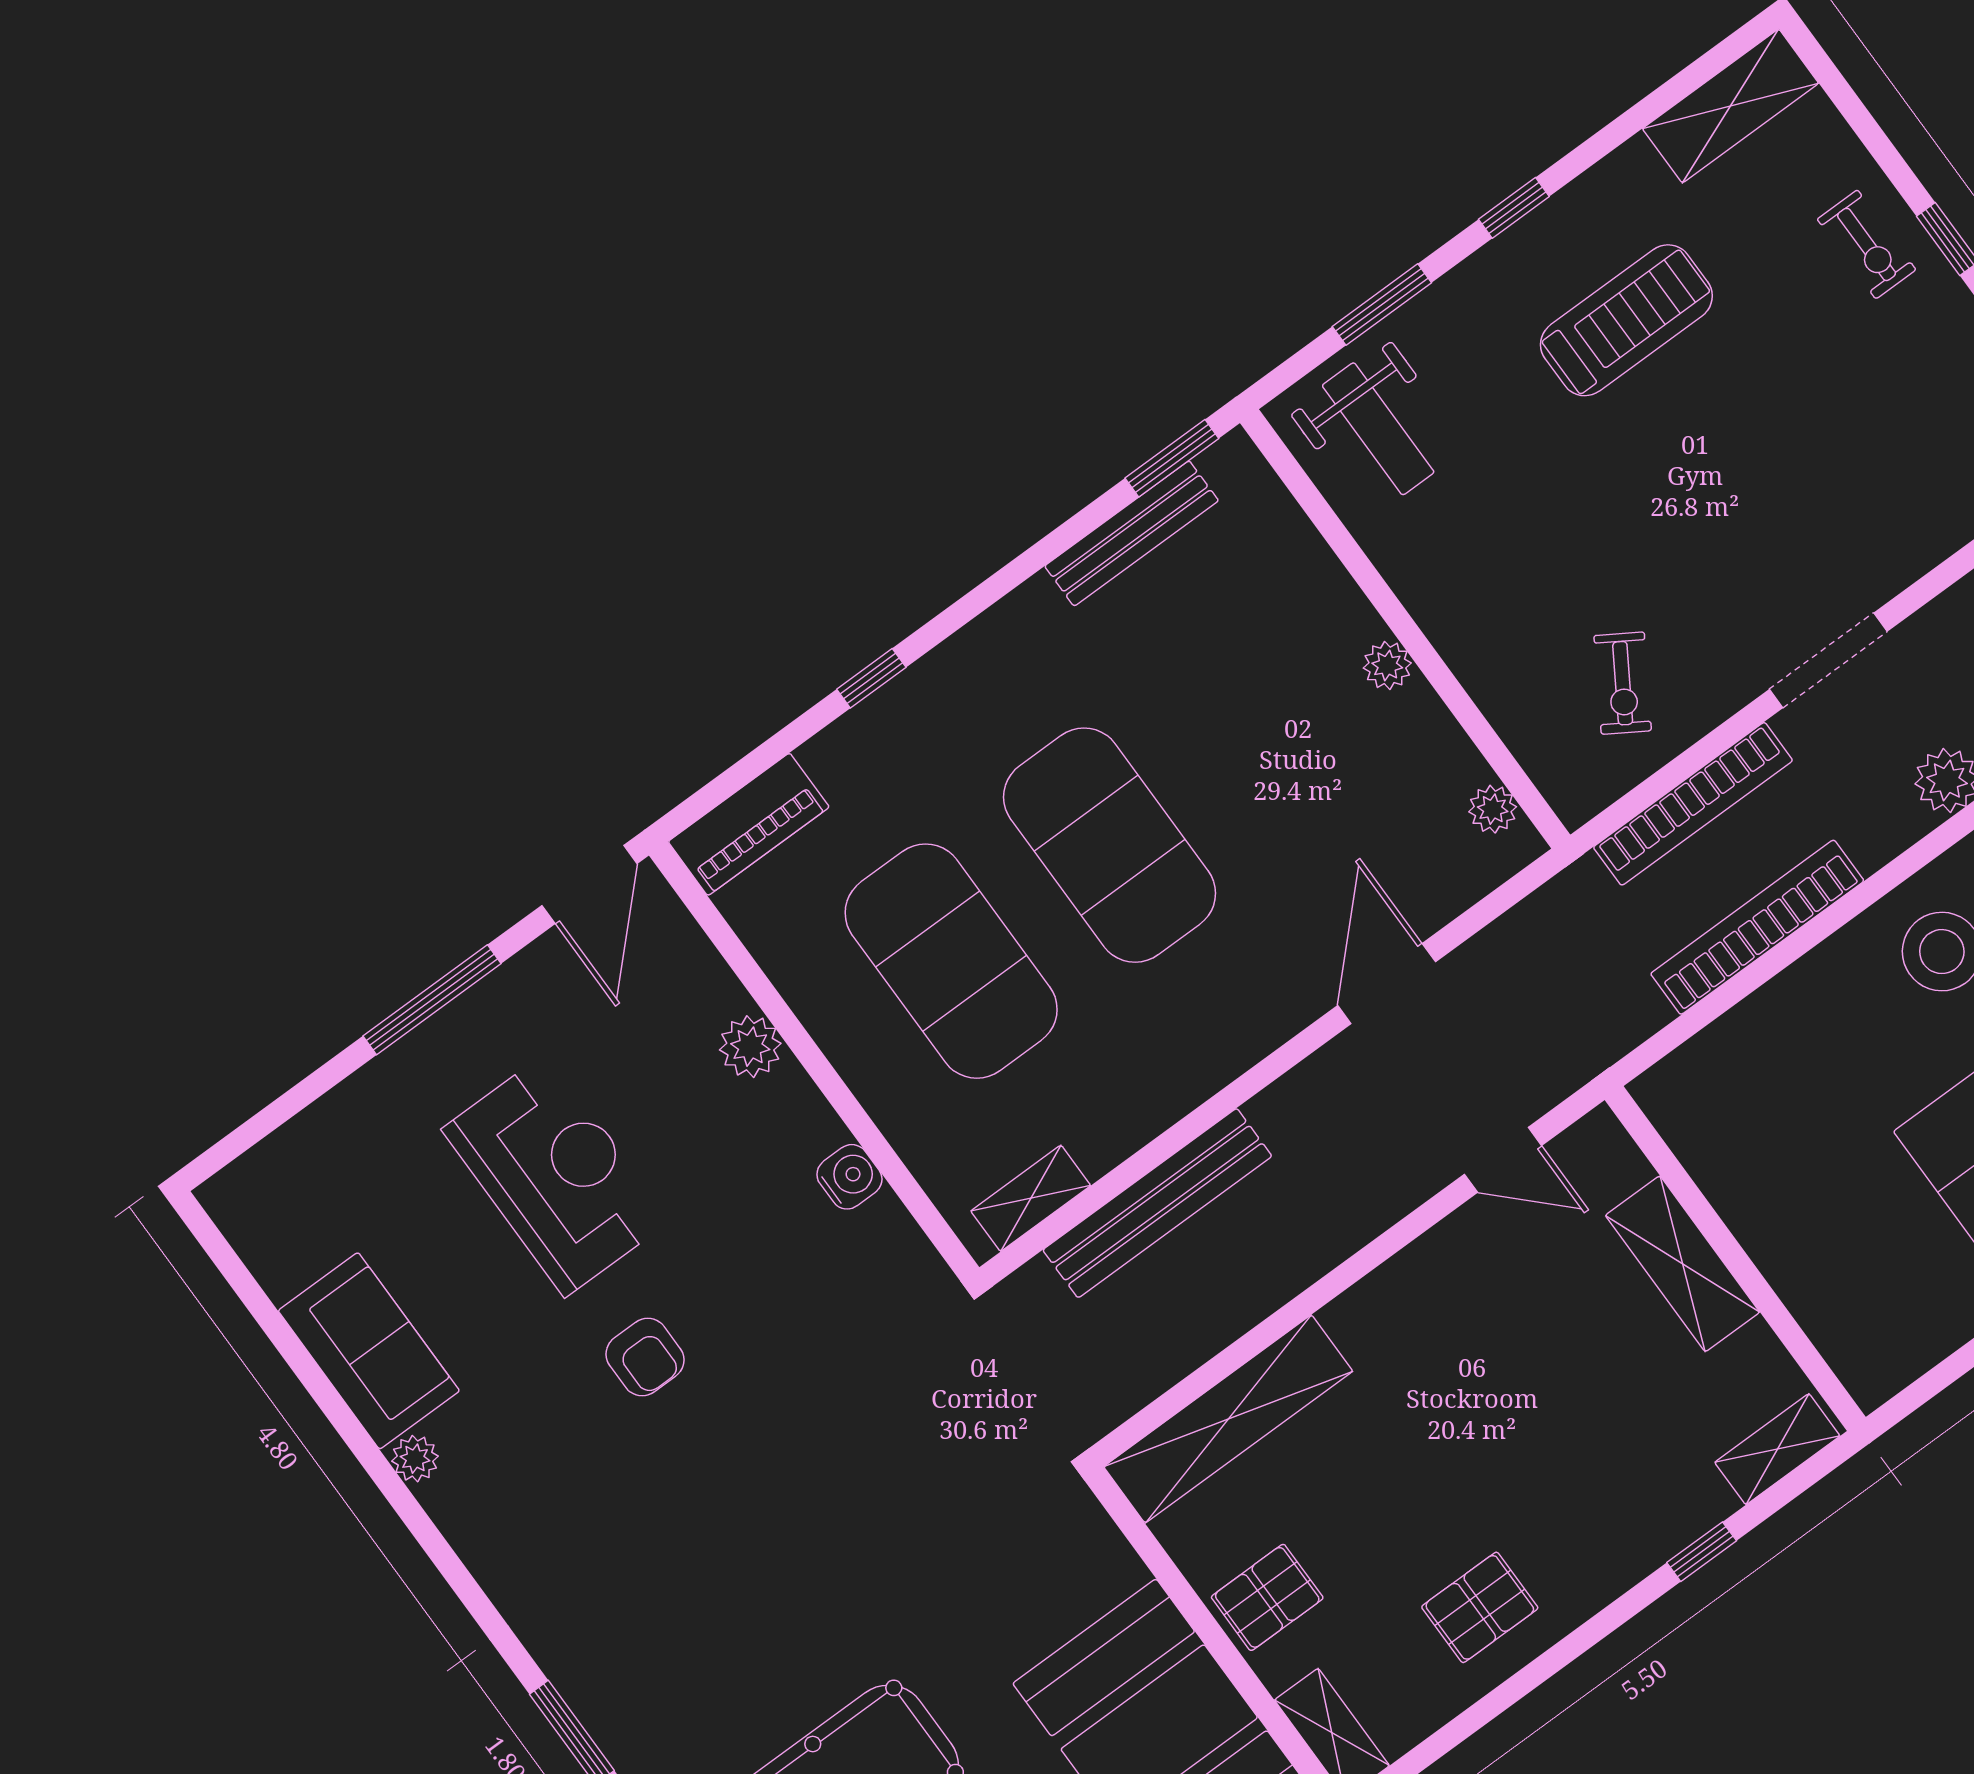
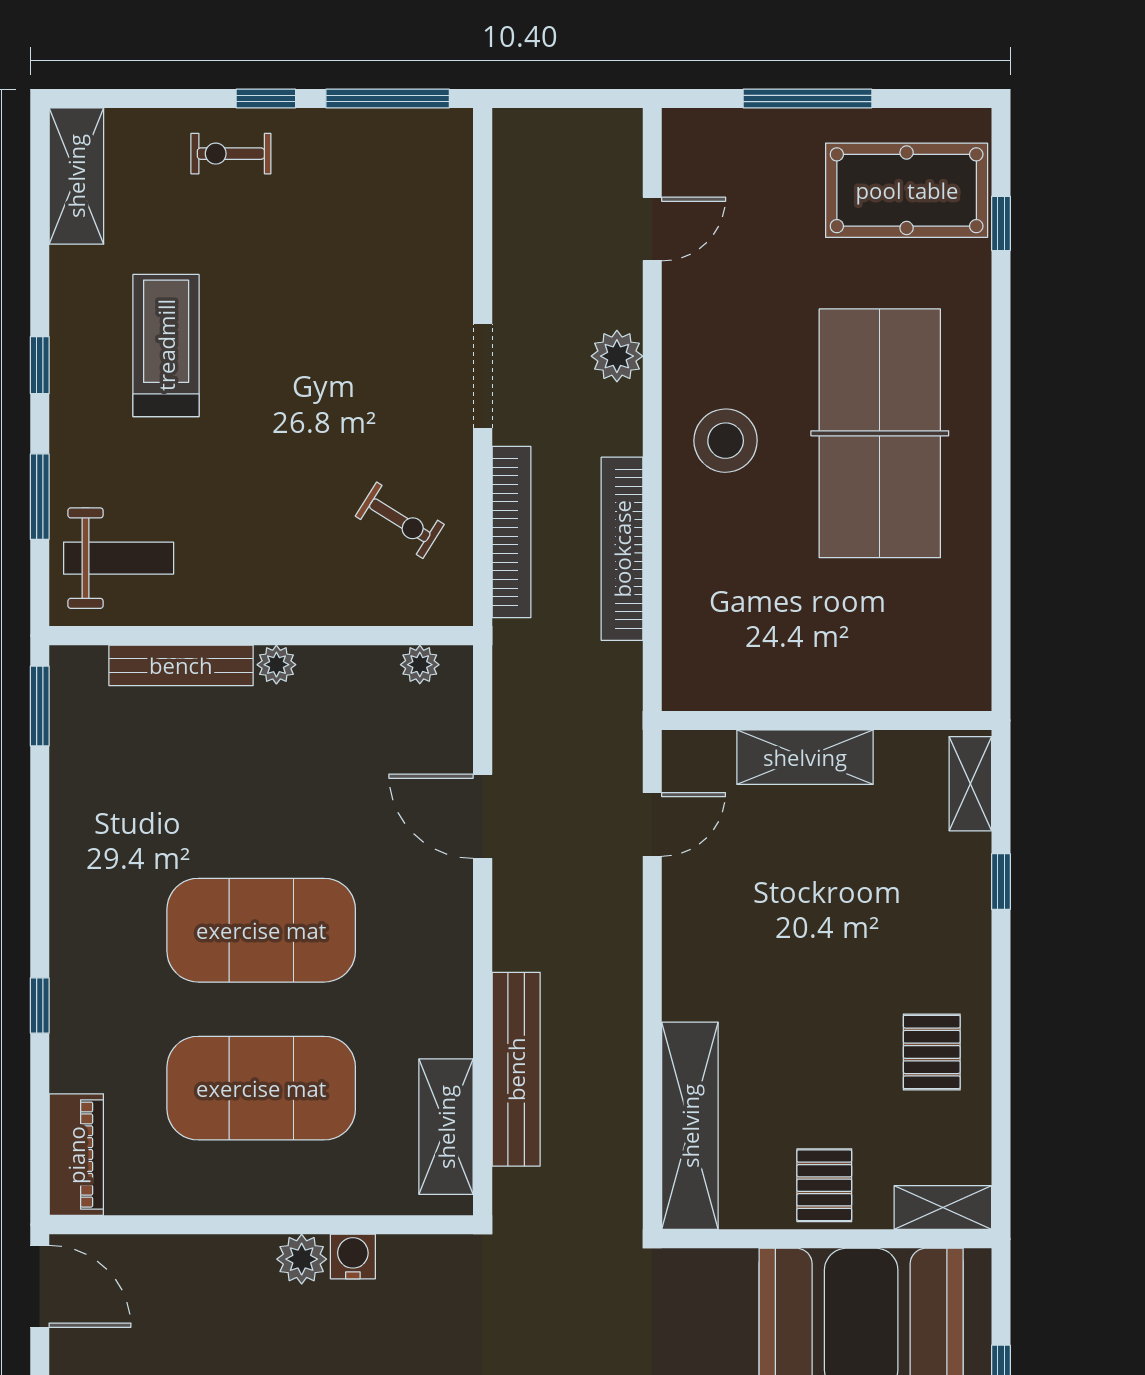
exercise bike: (1867, 244) -> (231, 154), turned 180
bench: (1132, 533) -> (181, 665), moved, turned 90
plant: (750, 1047) -> (302, 1259), moved
shelving: (1031, 1198) -> (446, 1127), width x1.50, depth x1.33

